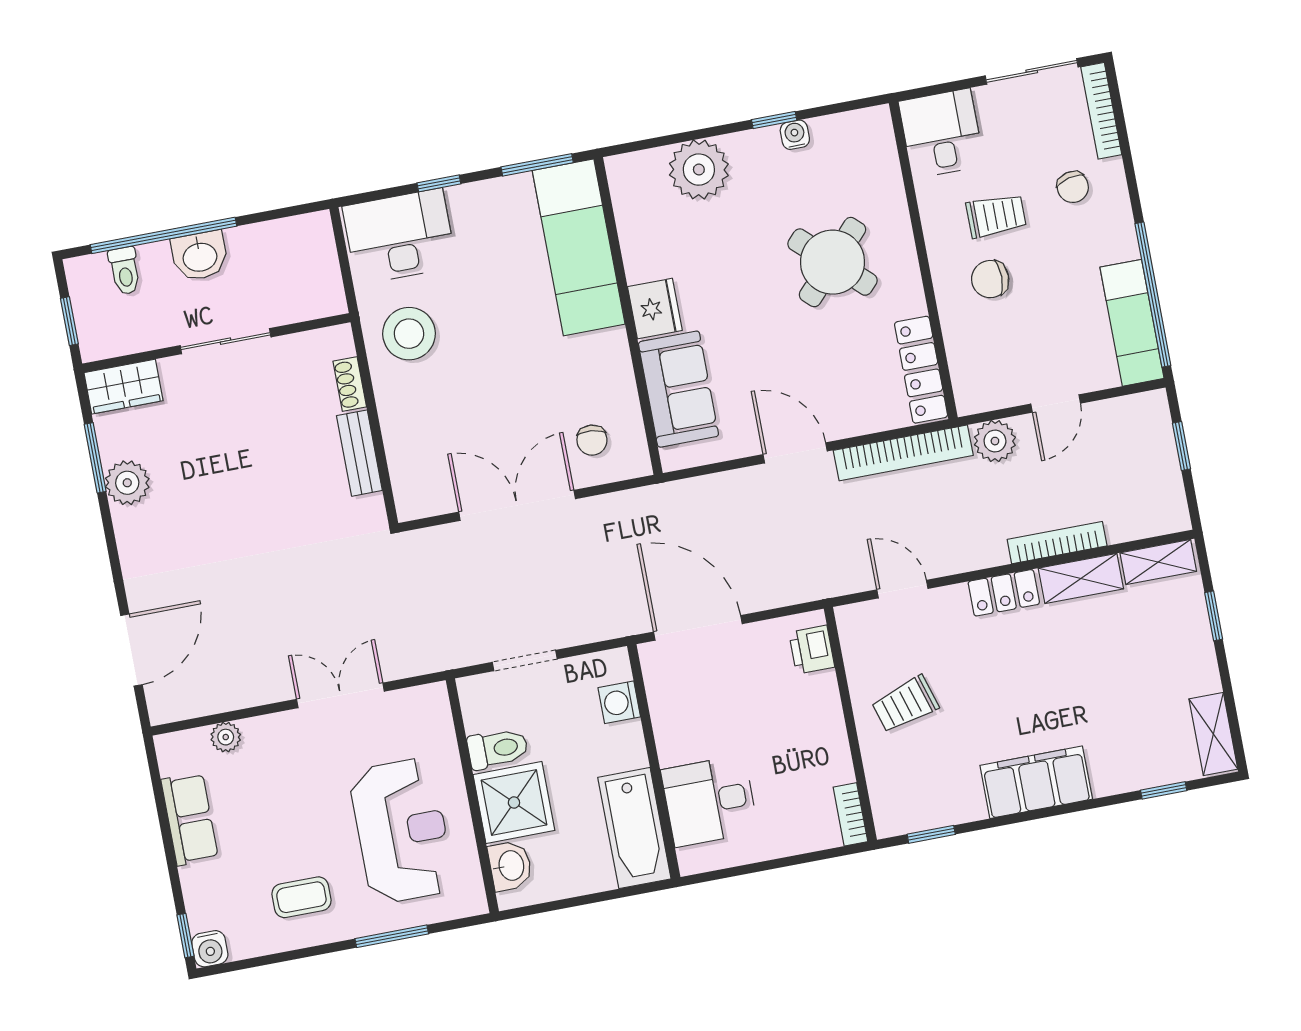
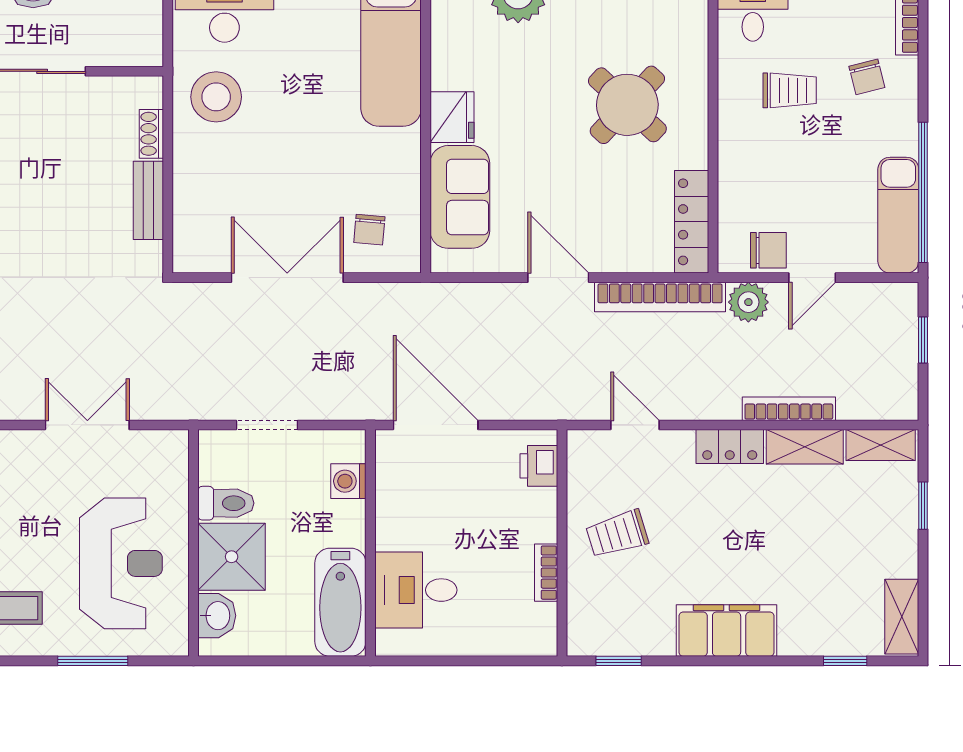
chair: (990, 279) -> (768, 250), moved, turned 180
bookcase: (850, 814) -> (546, 573), moved

